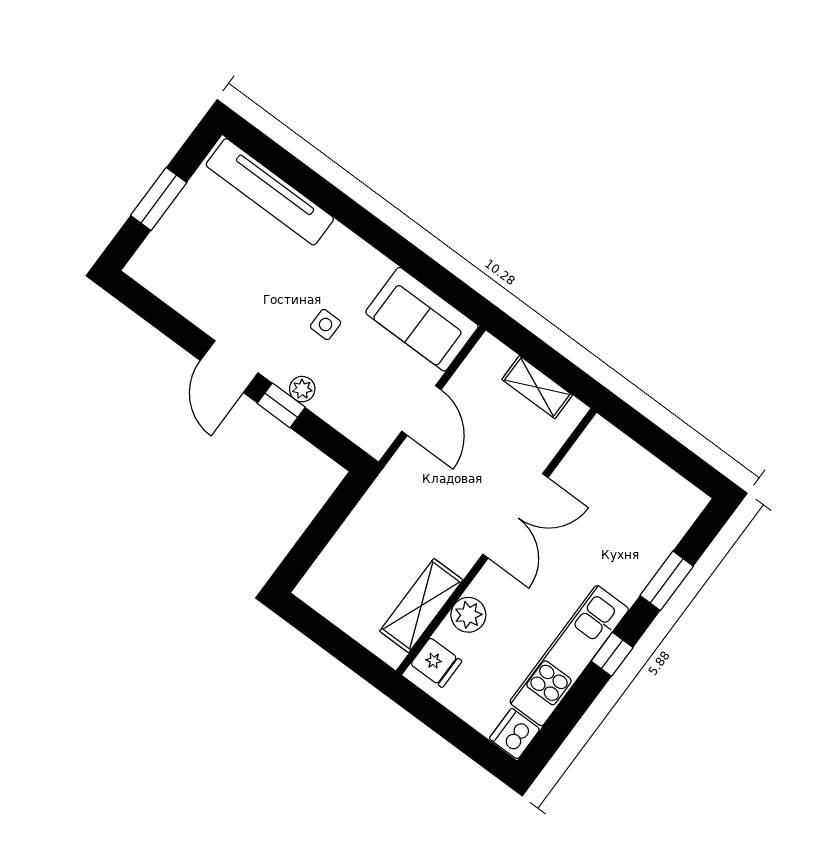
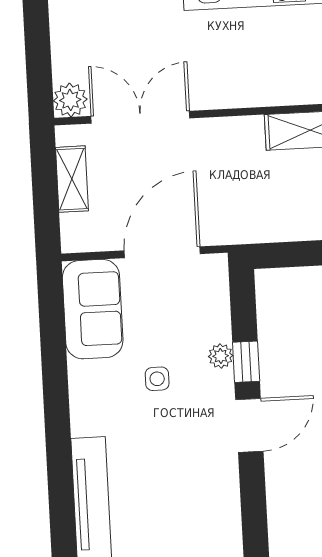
door: (421, 411) -> (162, 252), width x1.36
double door: (515, 516) -> (140, 117), moved
plant: (468, 615) -> (70, 100), moved

